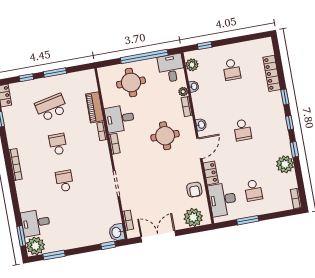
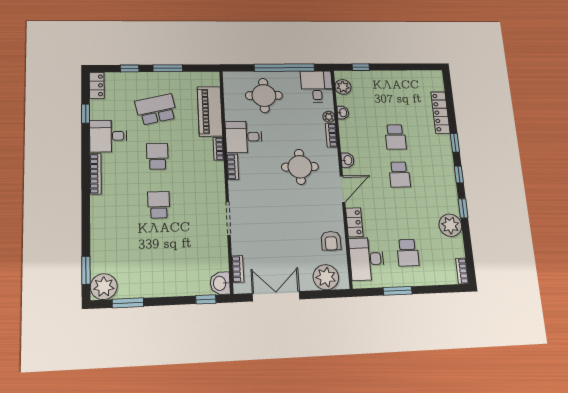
school desk: (232, 70) -> (395, 137), moved
piano: (95, 107) -> (210, 111), width x1.37, depth x1.33
desk: (36, 223) -> (108, 136), moved

